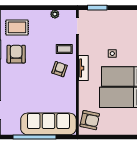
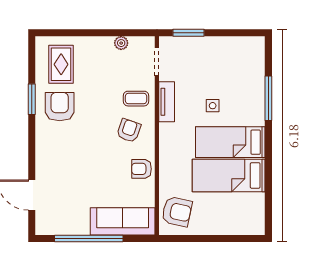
rug: (17, 27) -> (61, 64), turned 90
tv unit: (83, 68) -> (167, 102), moved
armchair: (68, 93) -> (142, 169), added
sofa: (48, 124) -> (123, 221), width x0.74, depth x0.79

